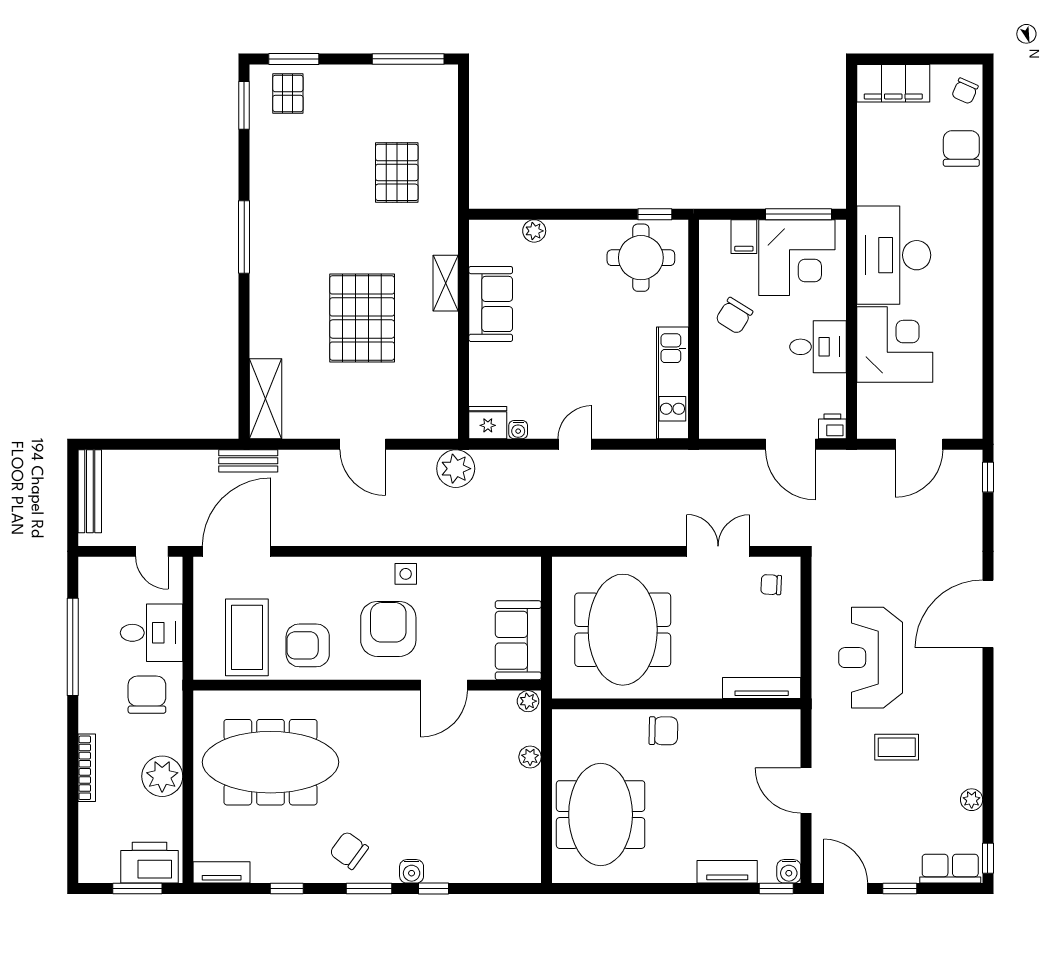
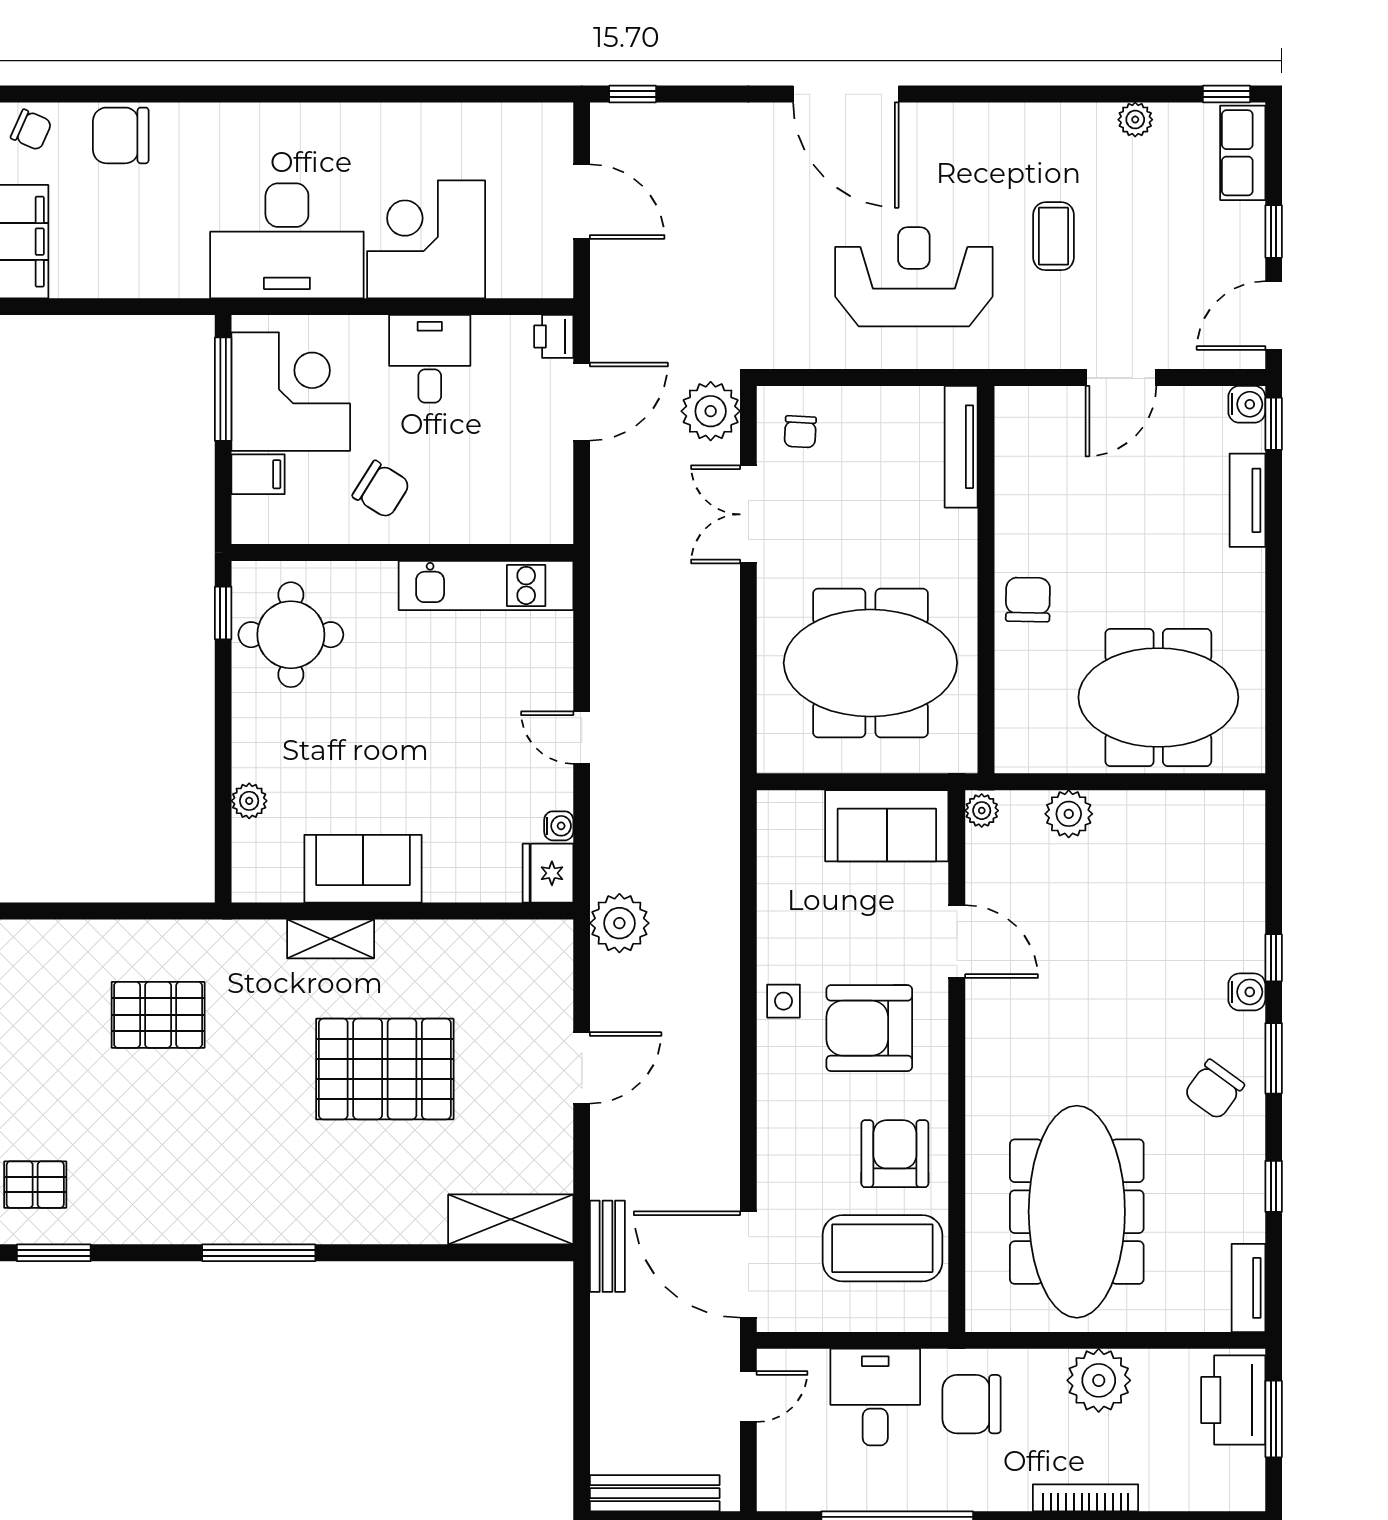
plant: (784, 527) -> (711, 411), added
armchair: (308, 645) -> (895, 1154), turned 180
reception desk: (871, 658) -> (914, 277), turned 180
plant: (530, 757) -> (1069, 814), width x1.38, depth x1.38

